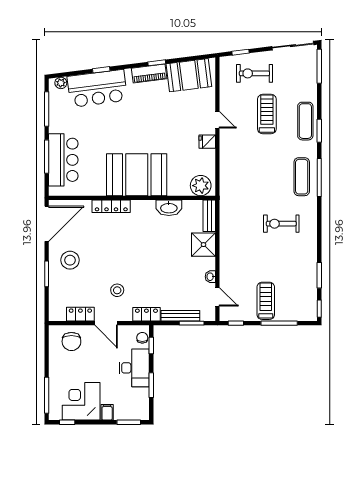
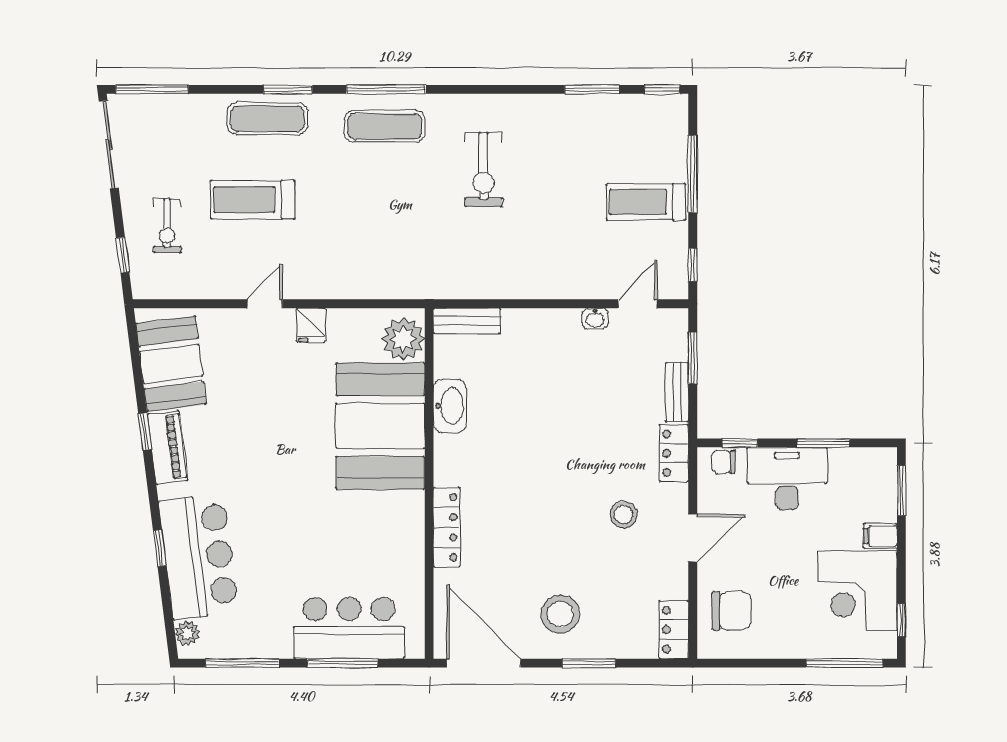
exercise bike: (254, 73) -> (167, 226), width x0.73, depth x0.72
booth: (137, 175) -> (380, 426), moved
shower: (203, 245) -> (528, 333), removed
locker: (80, 314) -> (674, 630), moved
bench: (180, 316) -> (677, 392), width x0.73

